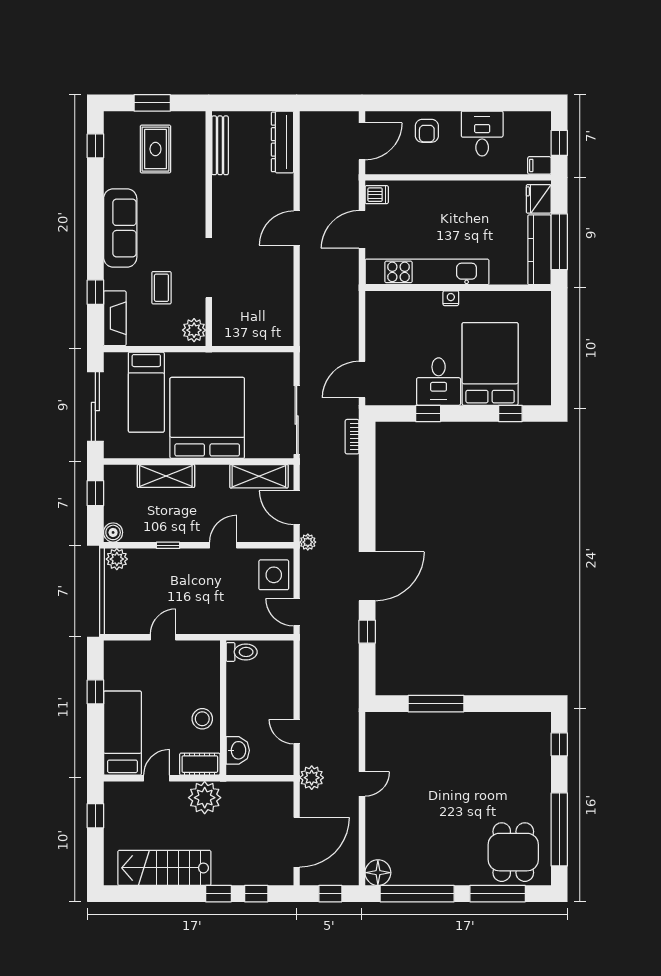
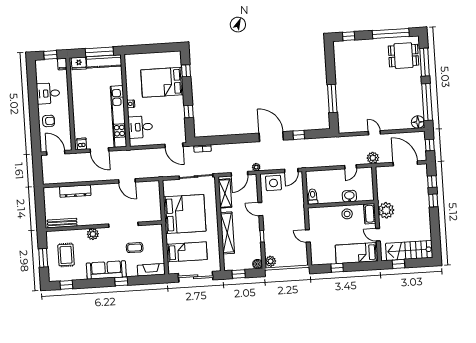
dresser: (283, 142) -> (75, 191), moved
rug: (155, 149) -> (66, 255), turned 90
door: (297, 228) -> (127, 181), moved
window: (95, 292) -> (121, 281), moved
plant: (194, 330) -> (93, 234), moved
desk: (439, 382) -> (140, 127), moved, turned 180
bed: (207, 418) -> (185, 214), moved, turned 180
shelving: (166, 476) -> (227, 233), width x1.47
washbasin: (238, 750) -> (349, 196), moved
stairs: (164, 868) -> (409, 250), moved, turned 90

